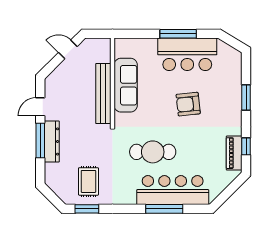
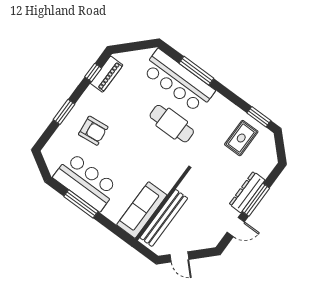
sofa: (126, 85) -> (142, 210), moved
bench: (103, 94) -> (164, 218), moved
armchair: (188, 104) -> (93, 131), moved

